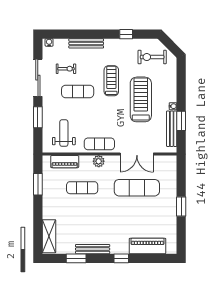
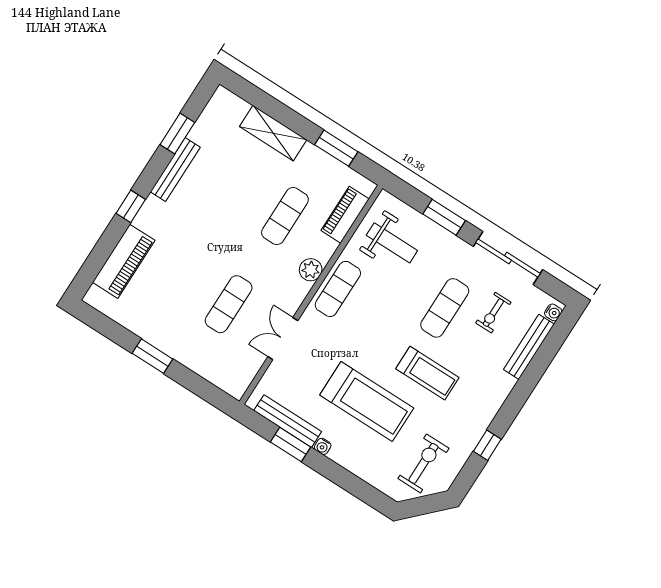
bench: (86, 43) -> (529, 347), moved
double door: (137, 154) -> (283, 339), width x0.73
exercise mat: (137, 188) -> (229, 304), width x0.73, depth x0.69
shelving: (49, 236) -> (273, 133), moved

